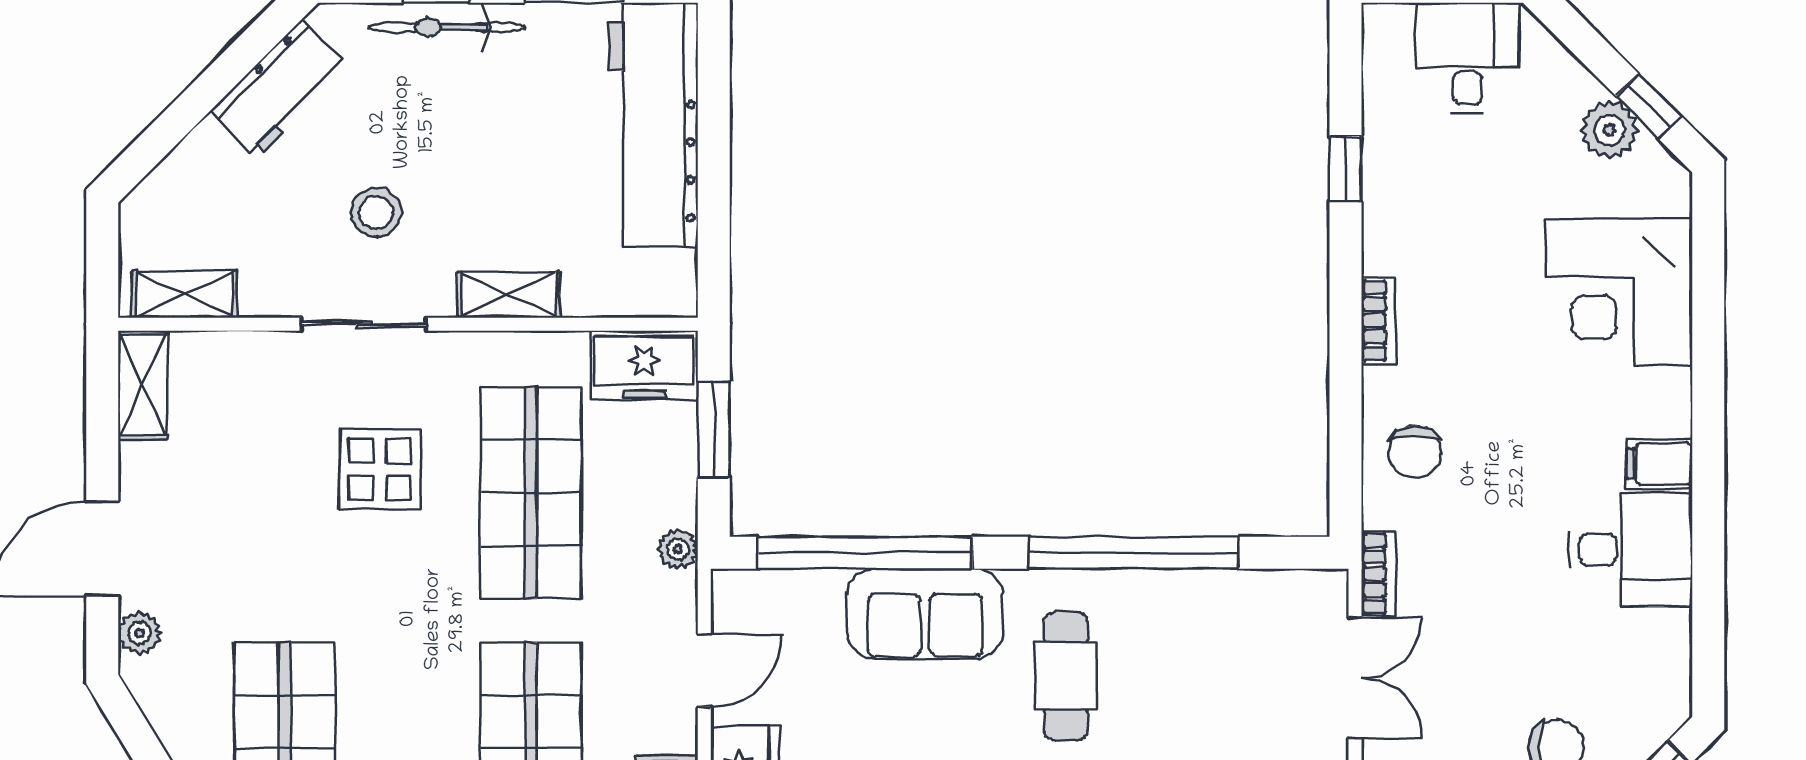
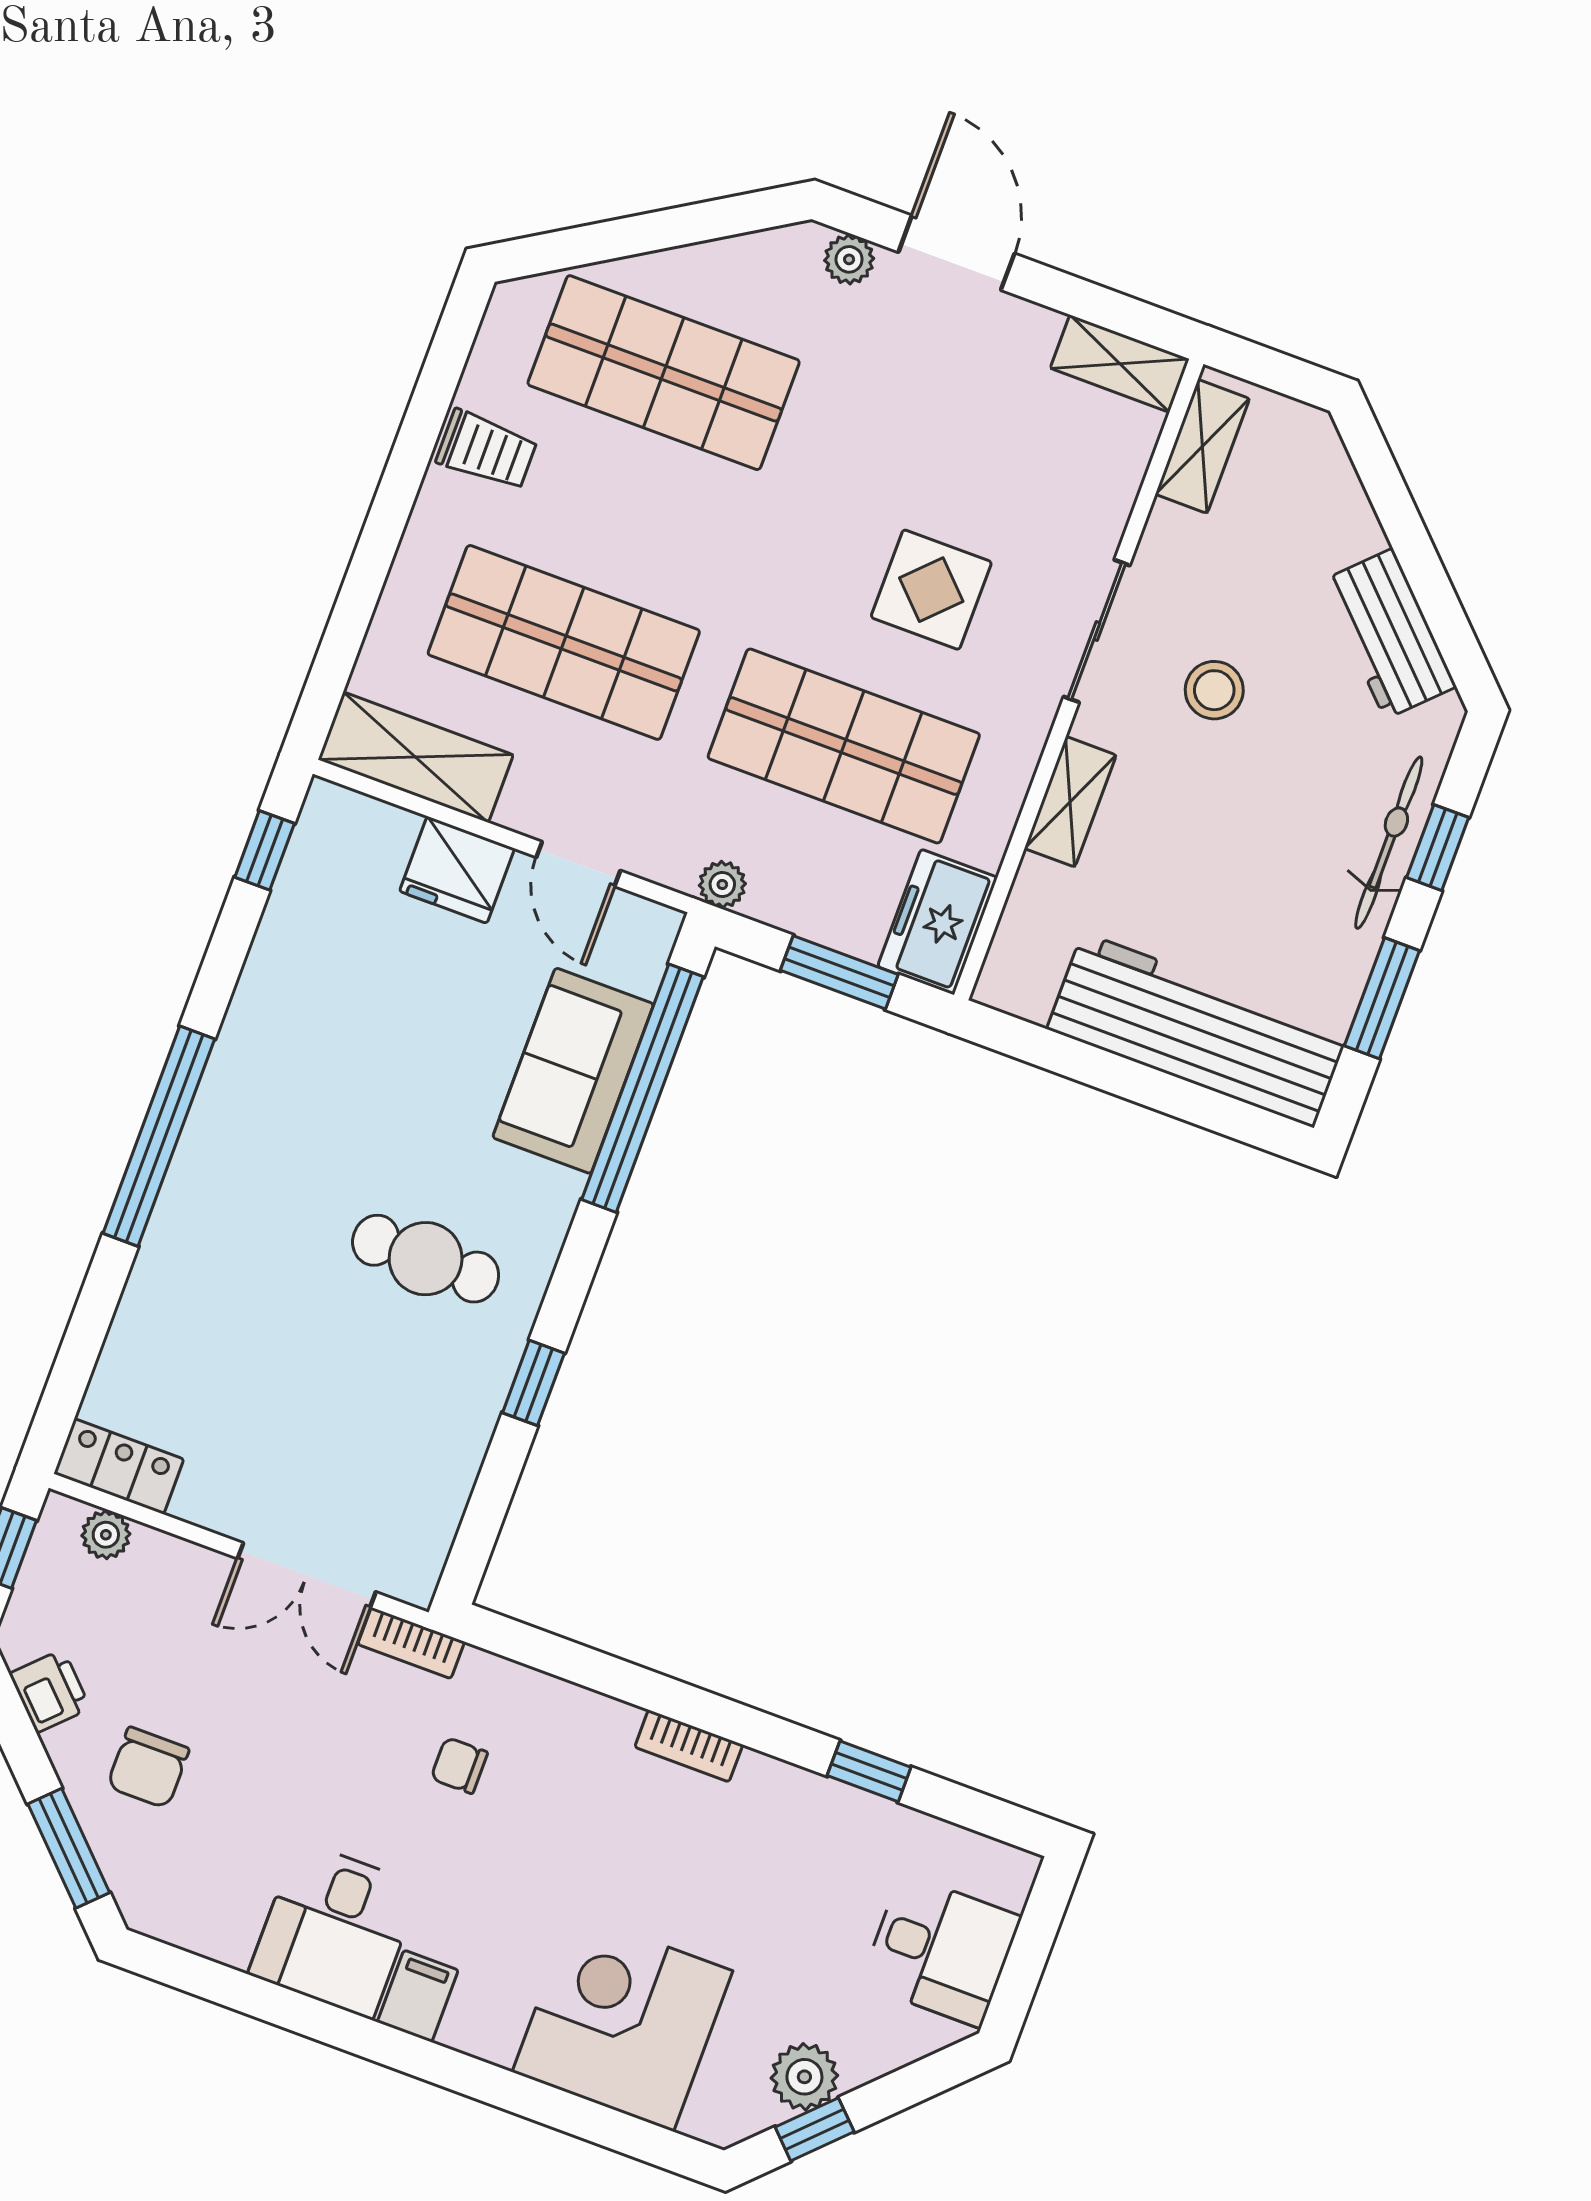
chair: (1415, 452) -> (459, 1765), moved, width x0.73, depth x0.73
window: (1134, 553) -> (533, 1383), width x0.32
sofa: (925, 614) -> (573, 1071), moved

